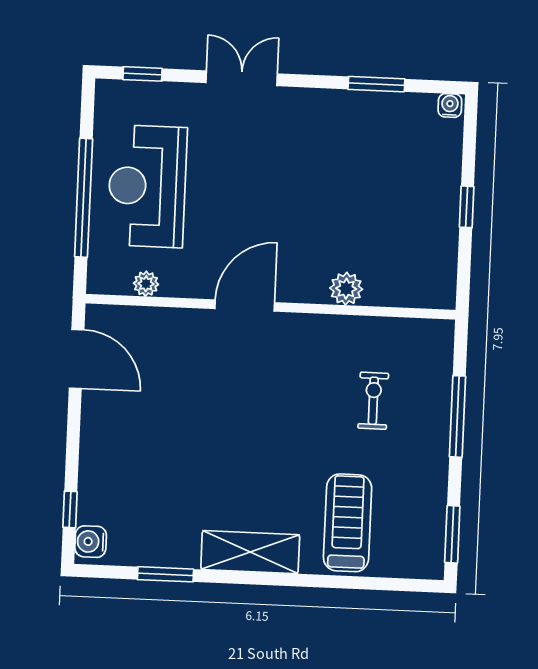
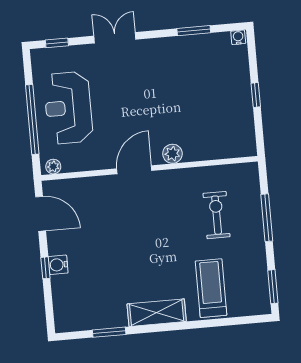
plant: (146, 284) -> (53, 167), moved
plant: (346, 289) -> (172, 154), moved
exercise bike: (373, 401) -> (217, 215), width x1.38, depth x1.39
window: (70, 509) -> (45, 268), moved
water cooler: (91, 542) -> (58, 265), moved

